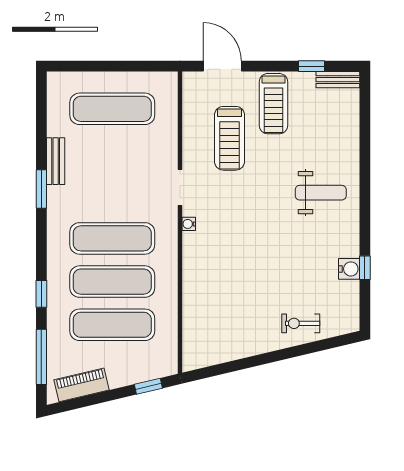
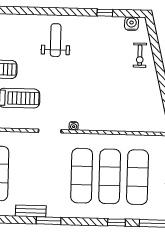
water cooler: (349, 269) -> (132, 24), moved

